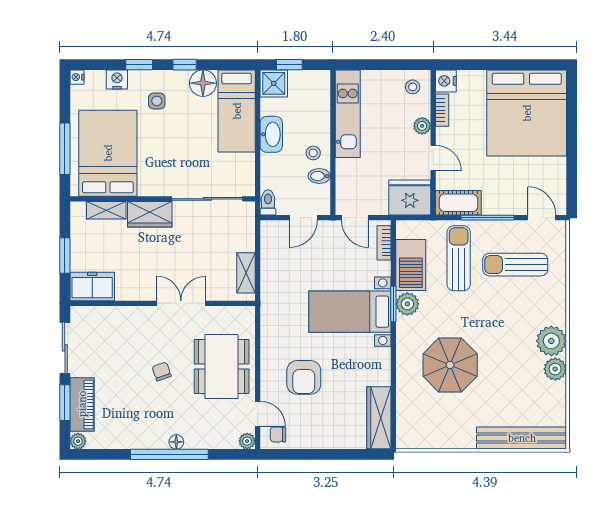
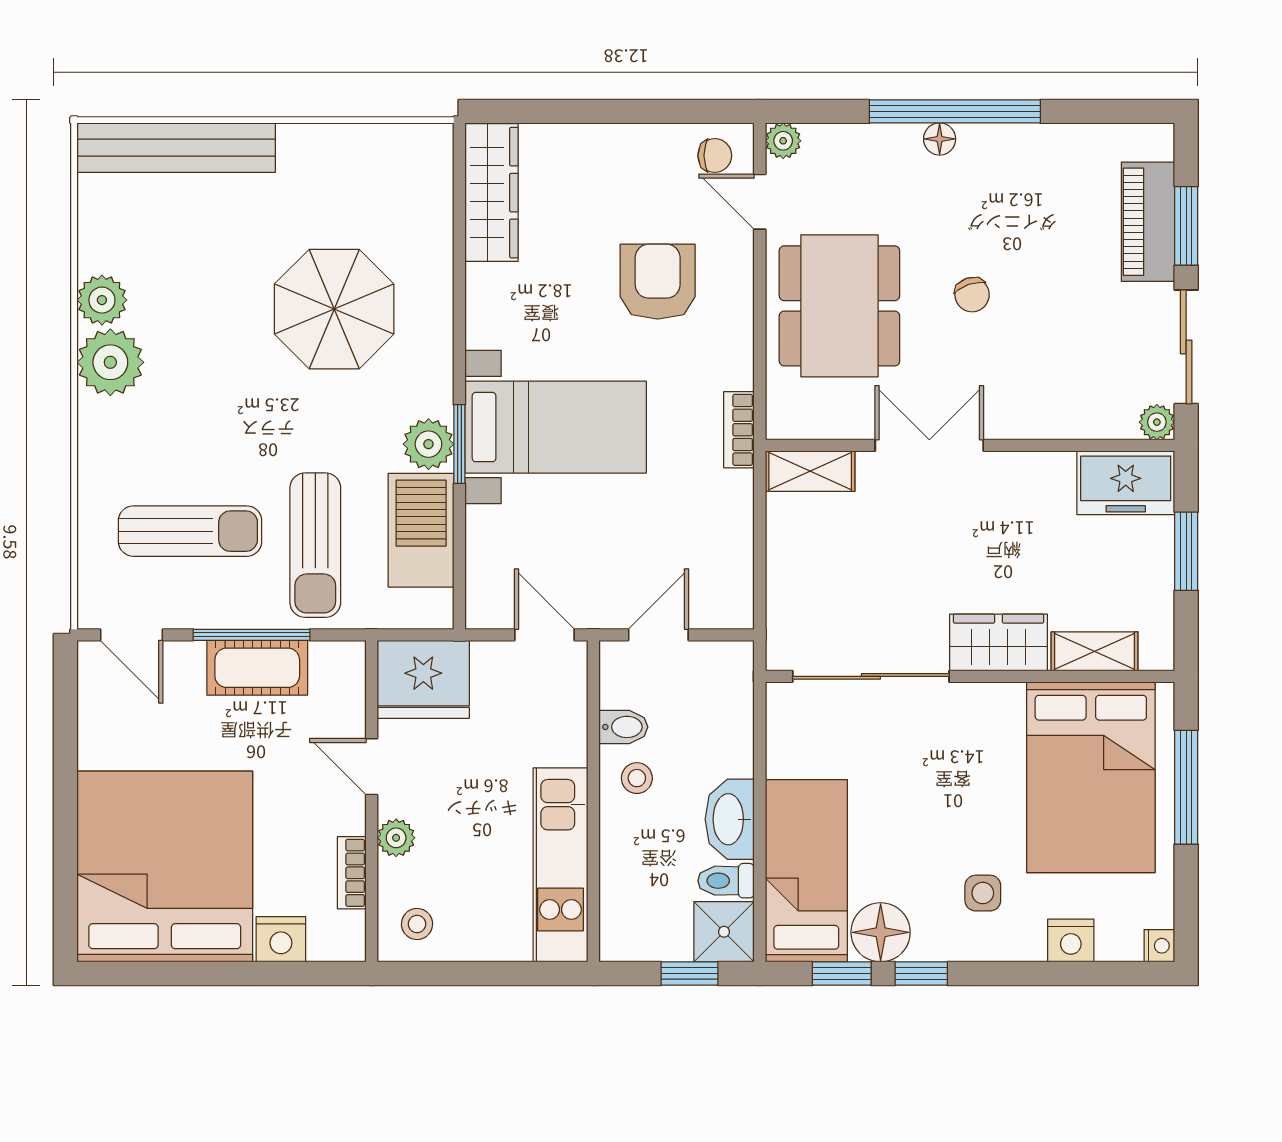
window: (139, 65) -> (842, 973), moved
nightstand: (446, 81) -> (281, 939), moved, turned 90
toilet: (268, 202) -> (726, 881), moved, turned 90
cot: (458, 203) -> (257, 668), moved
bookcase: (384, 243) -> (739, 430), moved, turned 180
shelving: (246, 273) -> (810, 471), moved, turned 90
double door: (181, 303) -> (929, 445), swing flipped
plant: (78, 441) -> (1157, 422), moved

